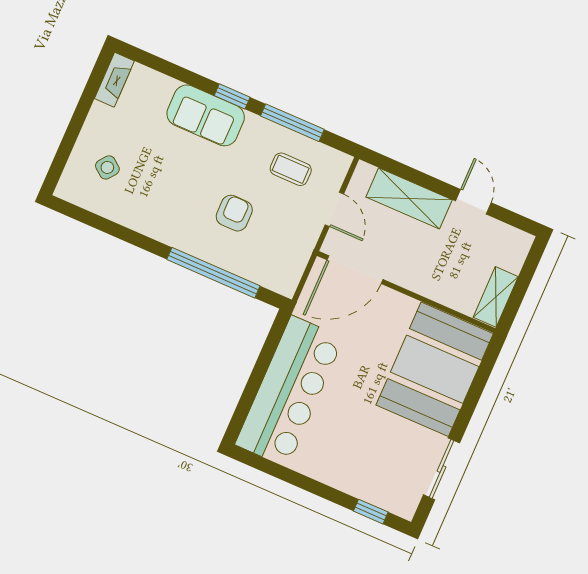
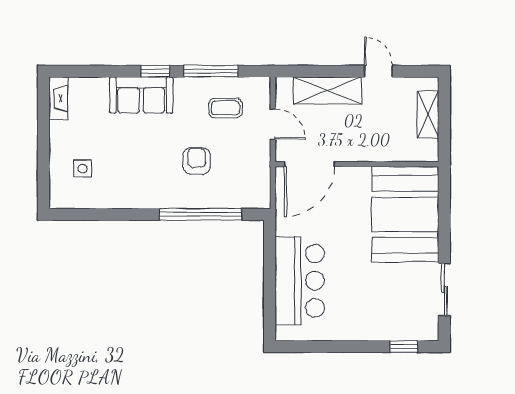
side table: (107, 167) -> (83, 169), turned -38
shelving: (496, 297) -> (428, 115), moved
bar counter: (289, 391) -> (300, 281), width x0.73

